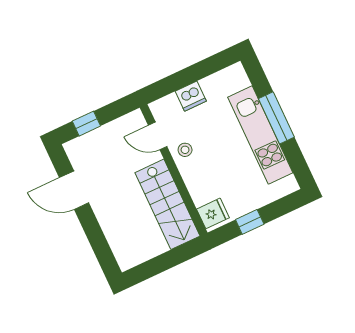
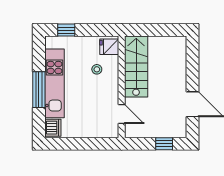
dishwasher: (191, 96) -> (53, 128), moved, turned 90
stool: (185, 150) -> (97, 69), moved
window: (250, 222) -> (66, 30), moved

